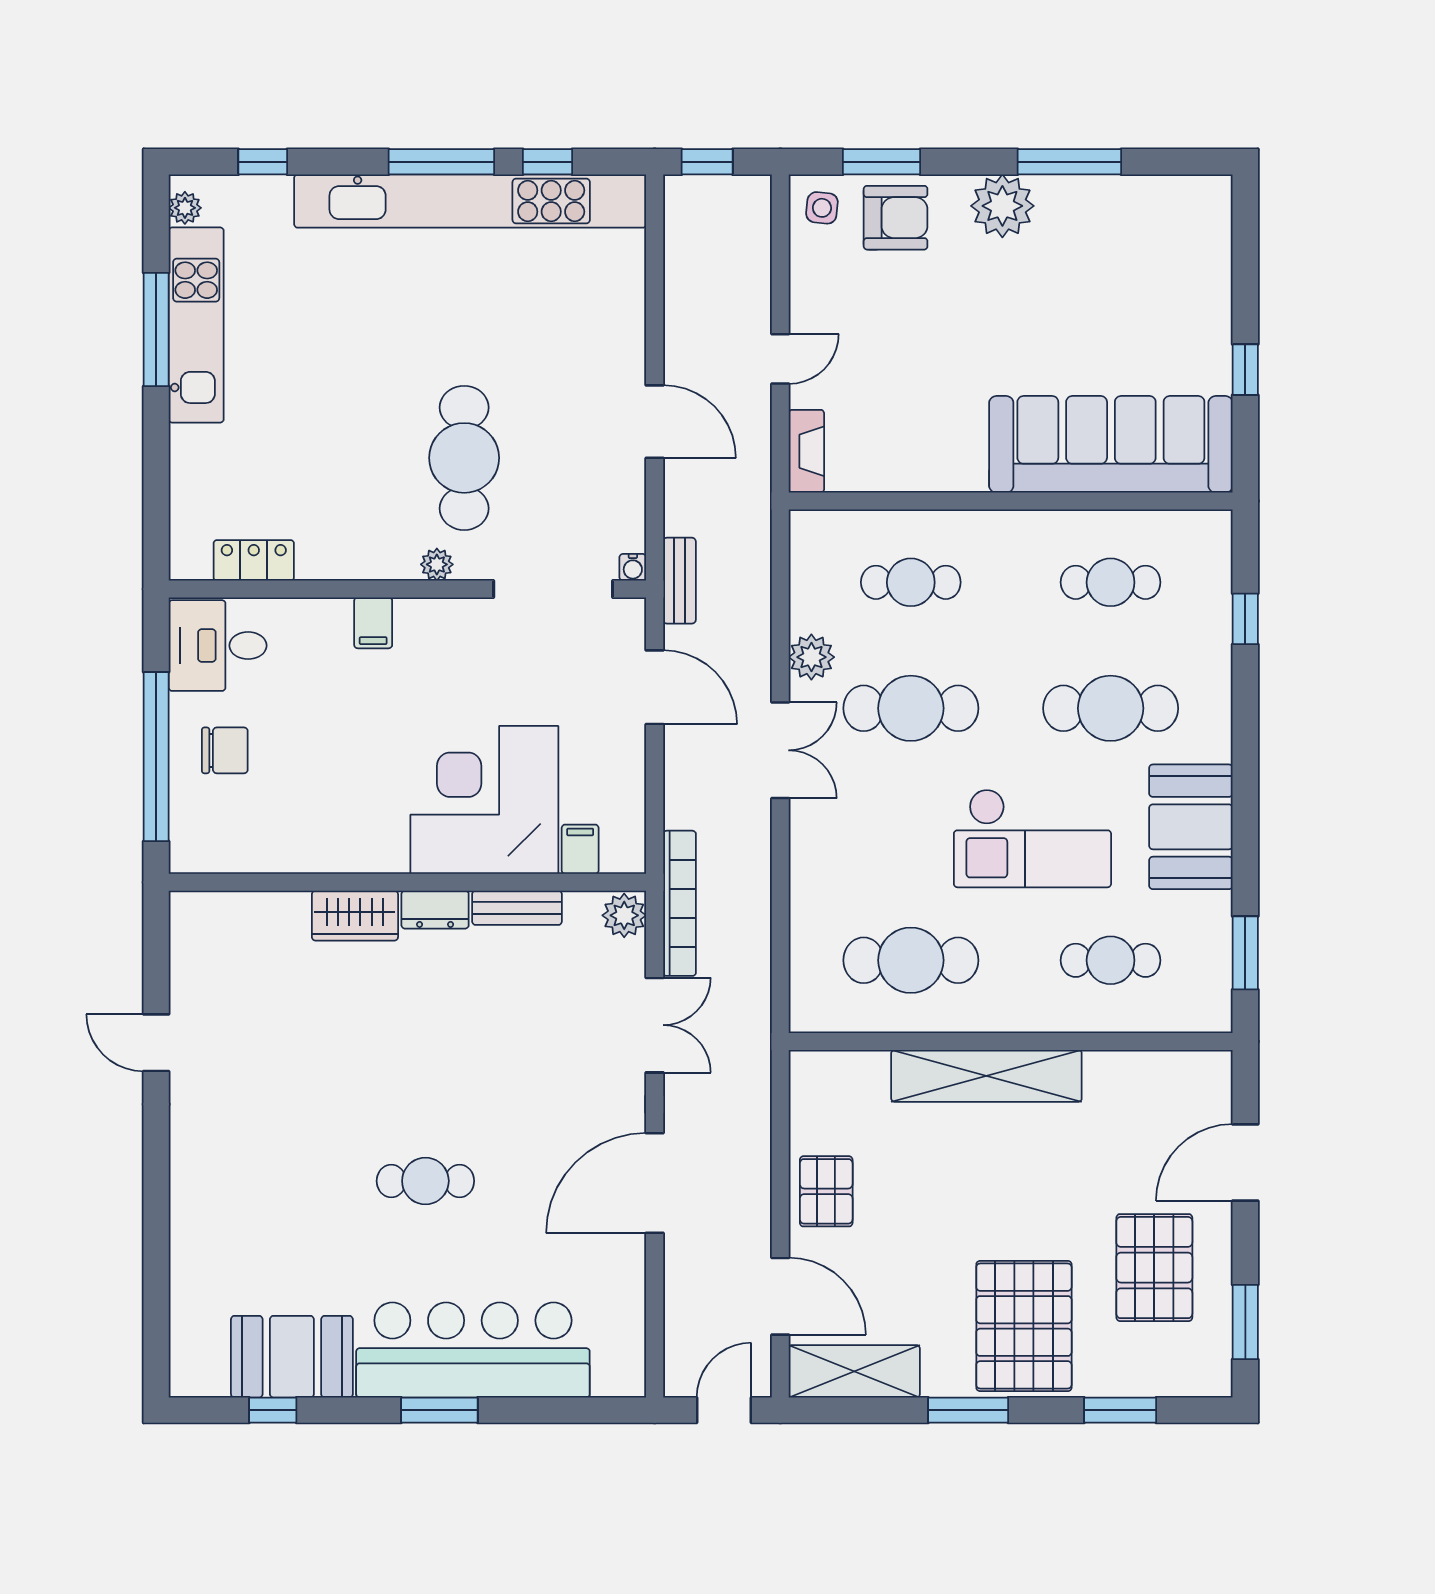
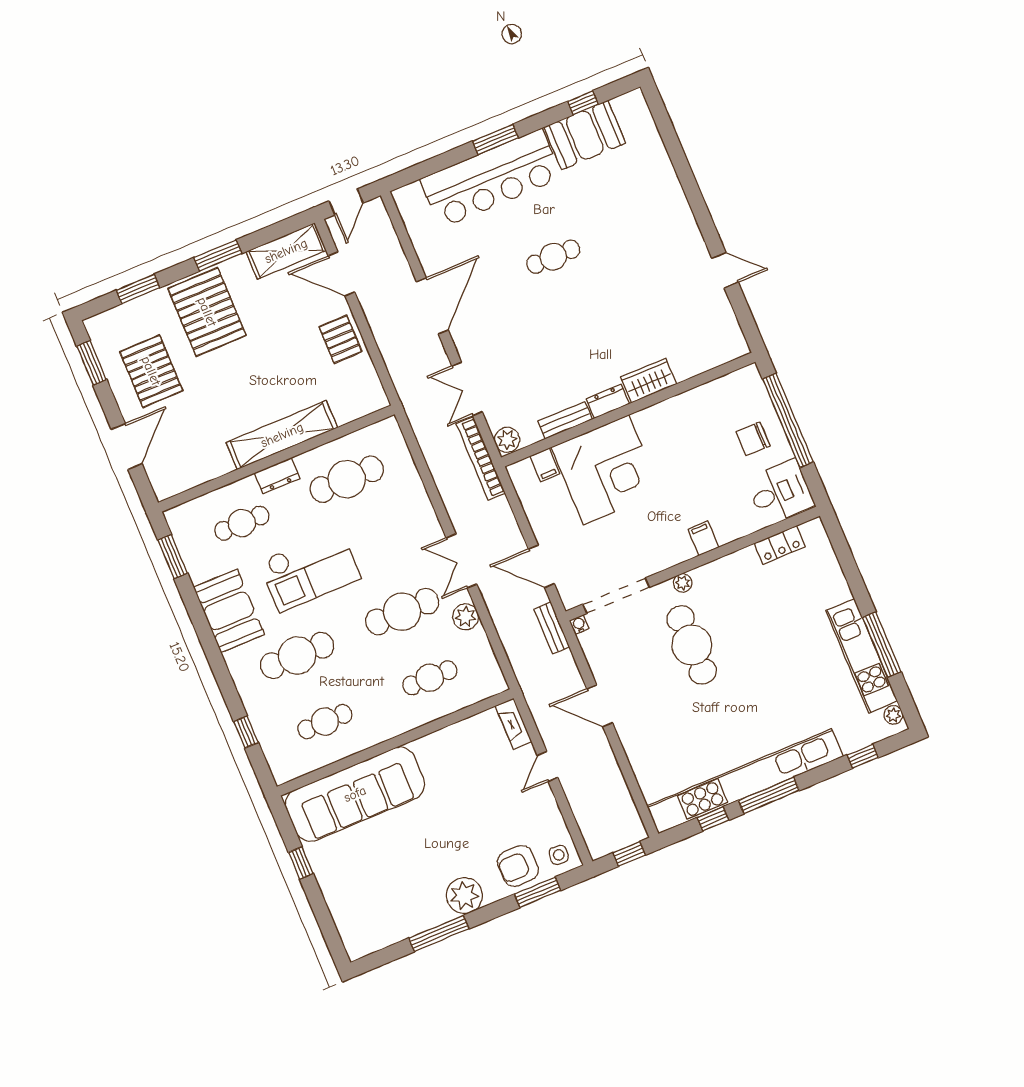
checkout: (1032, 838) -> (310, 570), turned 180
dresser: (1021, 1013) -> (277, 476), added

